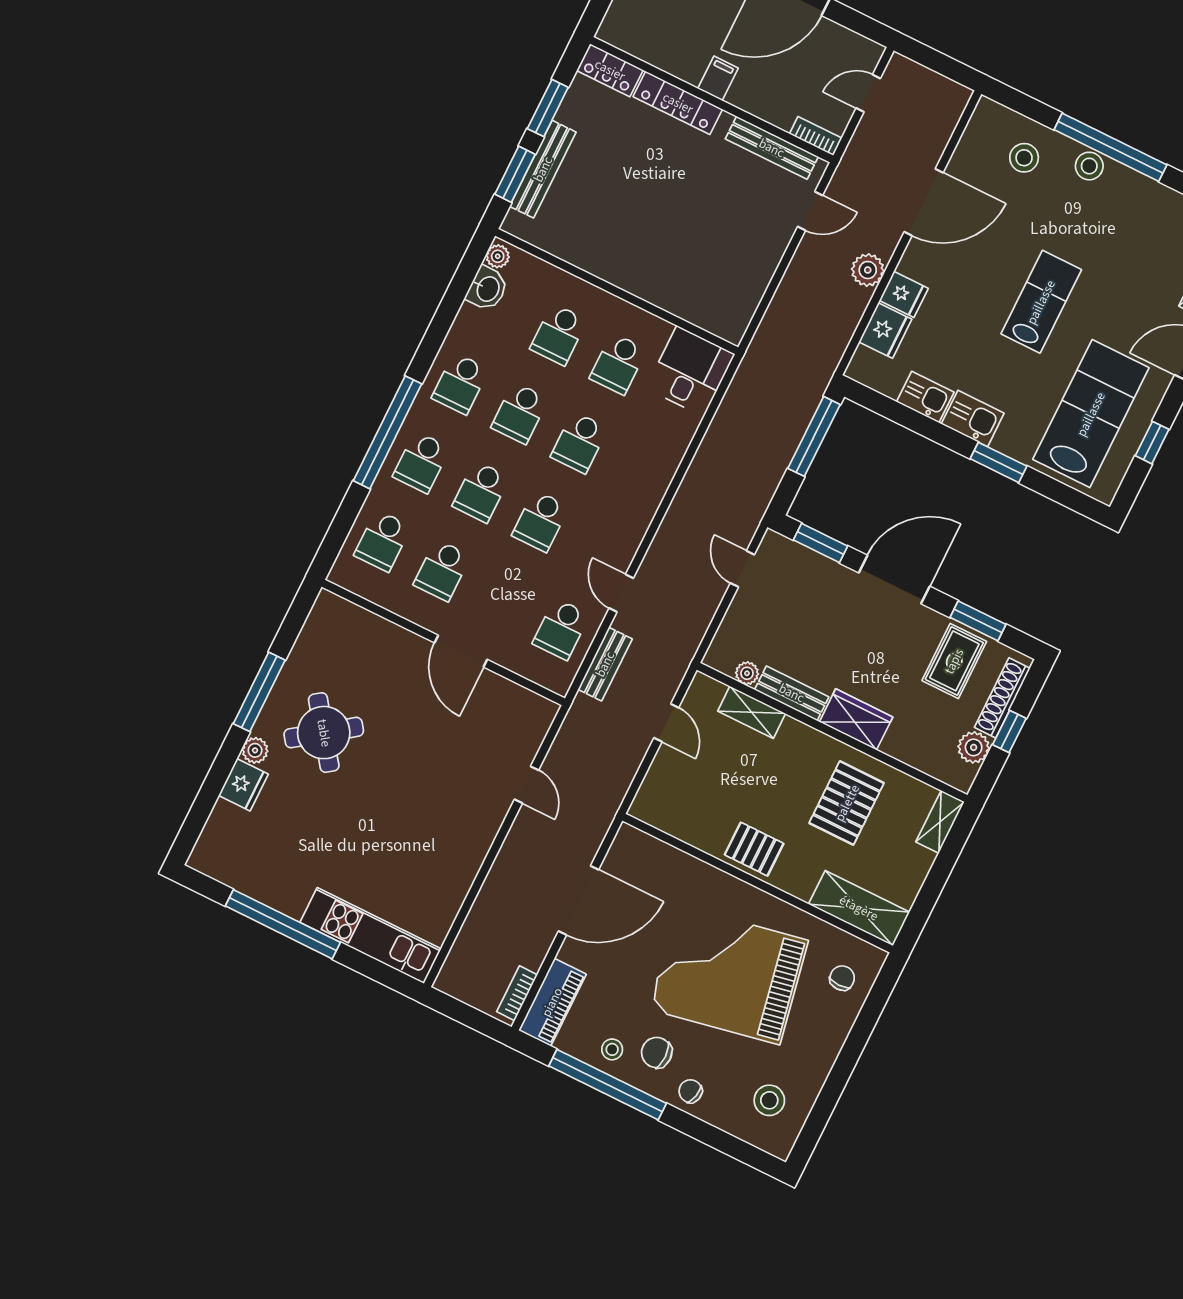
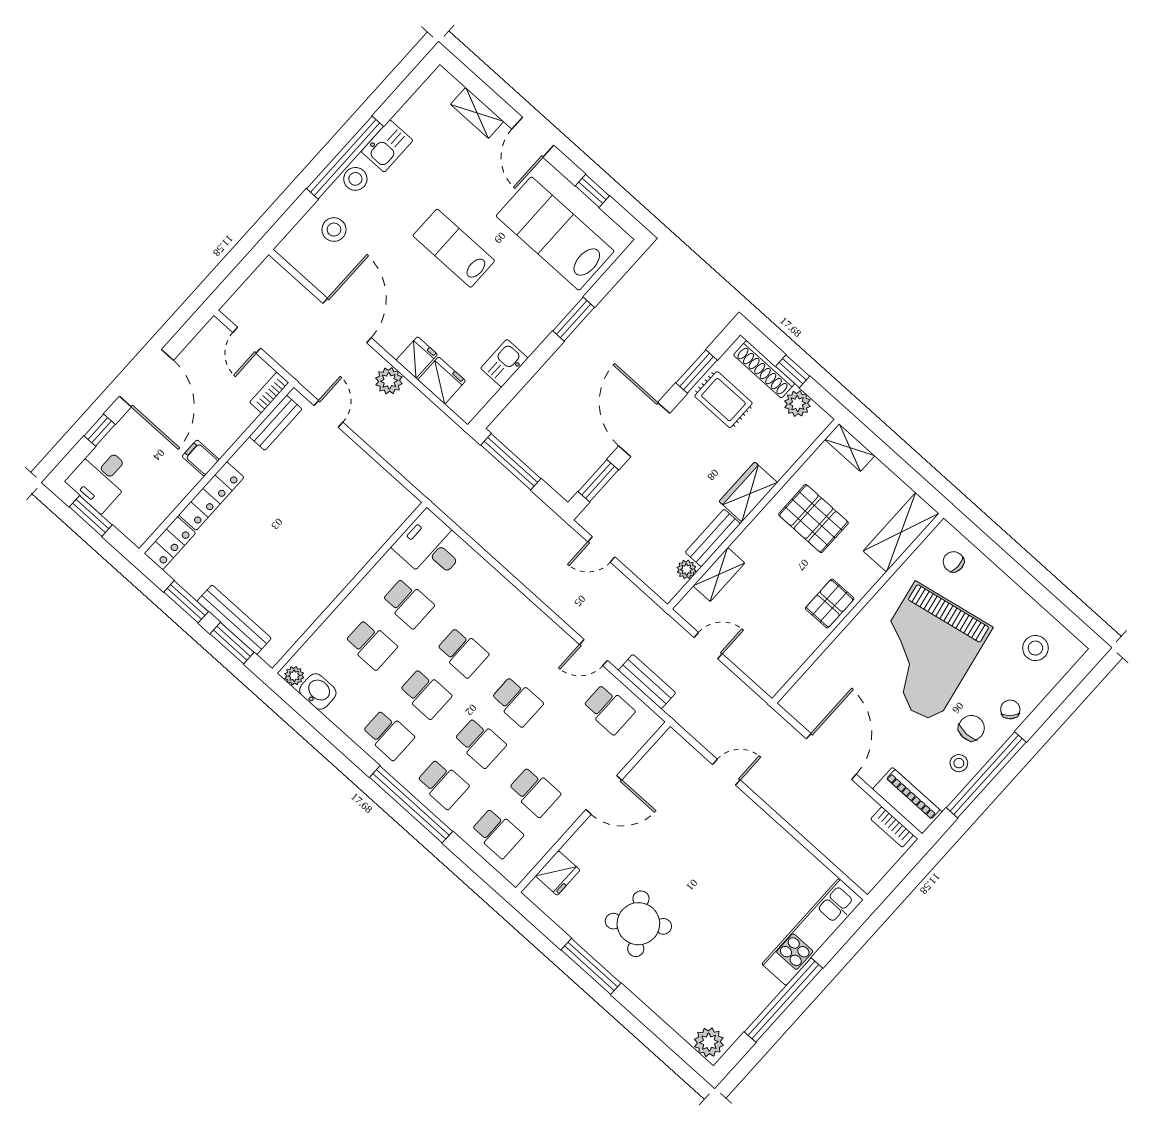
bench: (772, 148) -> (276, 423), width x0.73
kitchen sink: (973, 419) -> (387, 146), moved, turned 180
plant: (255, 750) -> (709, 1042), moved, width x1.38, depth x1.38
fridge: (243, 785) -> (558, 873), moved, turned 90
chair: (657, 1053) -> (971, 728), turned 180
chair: (691, 1091) -> (1010, 709), turned 123

